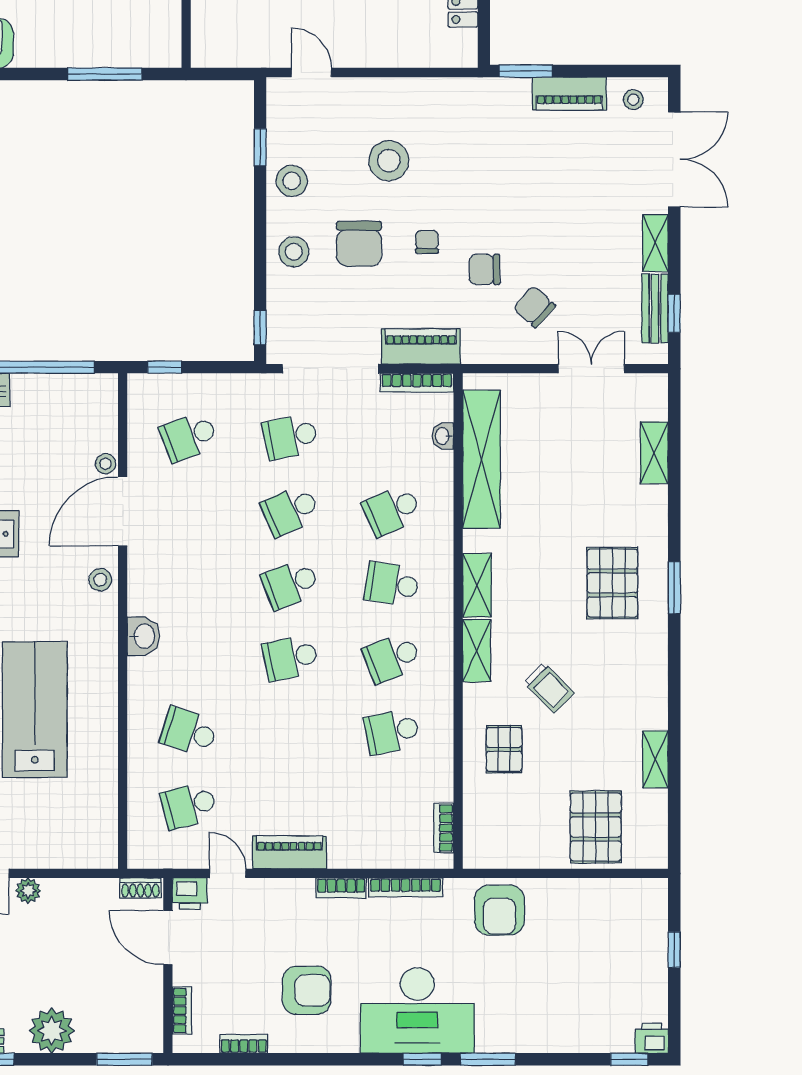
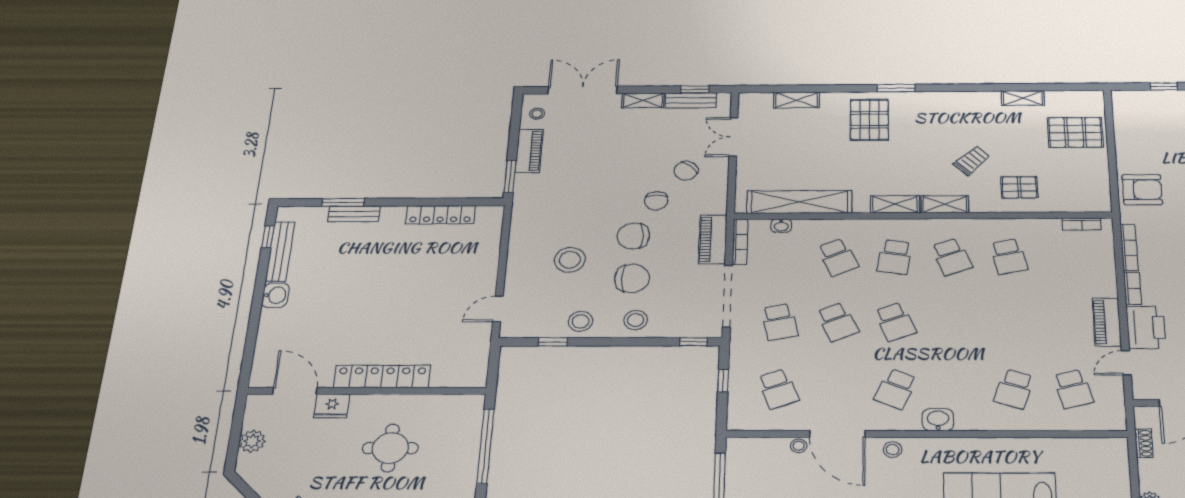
window: (105, 74) -> (485, 446), width x1.46
chair: (427, 242) -> (633, 236), width x1.87, depth x1.87
window: (165, 367) -> (723, 380), moved
pallet: (612, 583) -> (869, 120), moved, turned 90
school desk: (290, 658) -> (896, 389), moved, turned 36
shoe rack: (140, 888) -> (1144, 443), moved
printer: (190, 894) -> (1146, 327), moved, width x1.87, depth x1.48

